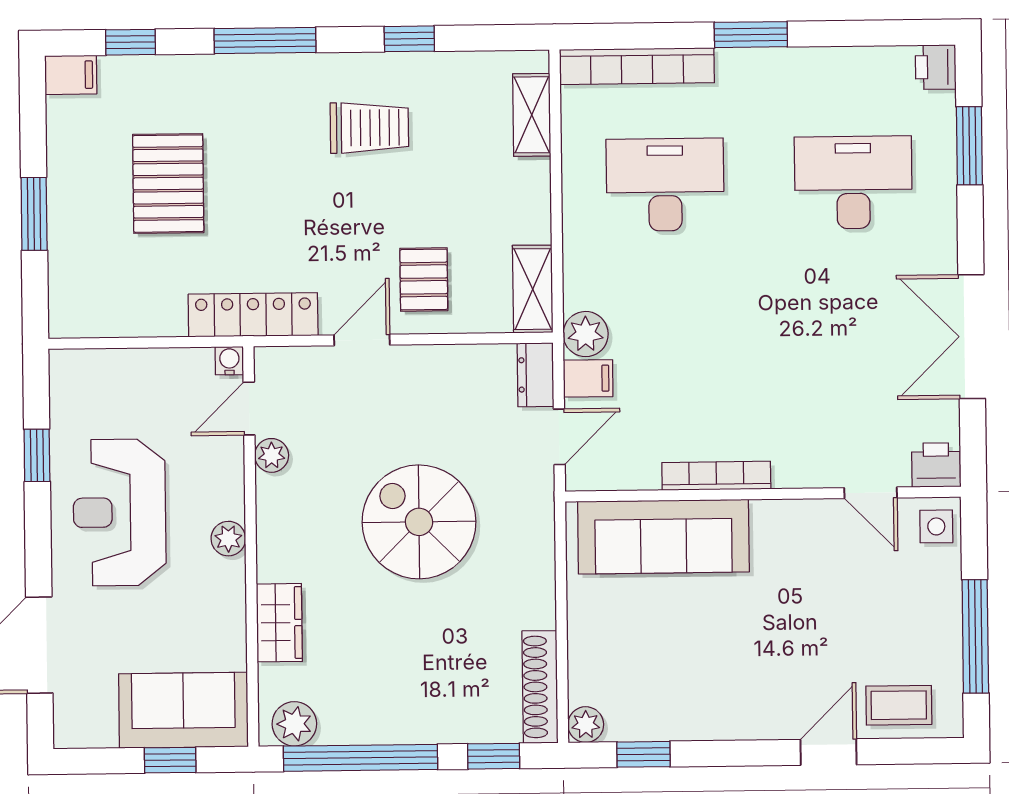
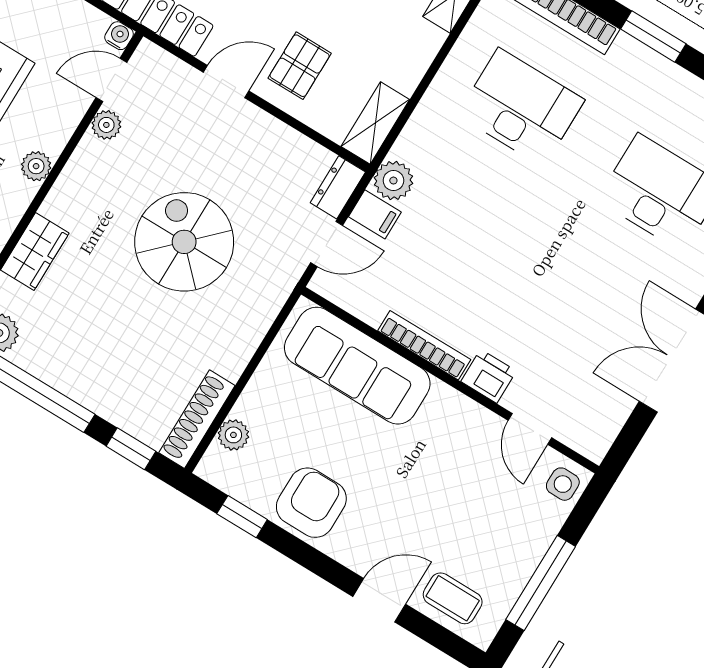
printer: (936, 465) -> (489, 376), moved
armchair: (703, 698) -> (311, 503), added
plant: (586, 725) -> (233, 435), moved

